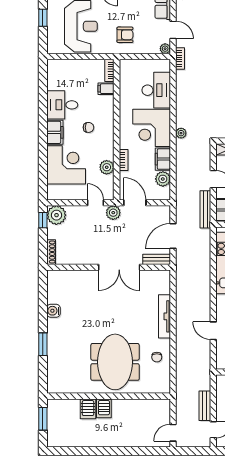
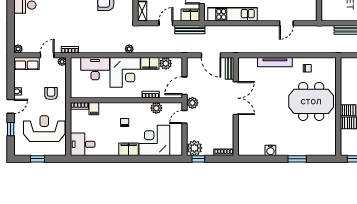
desk: (62, 105) -> (83, 144), moved, turned 90

